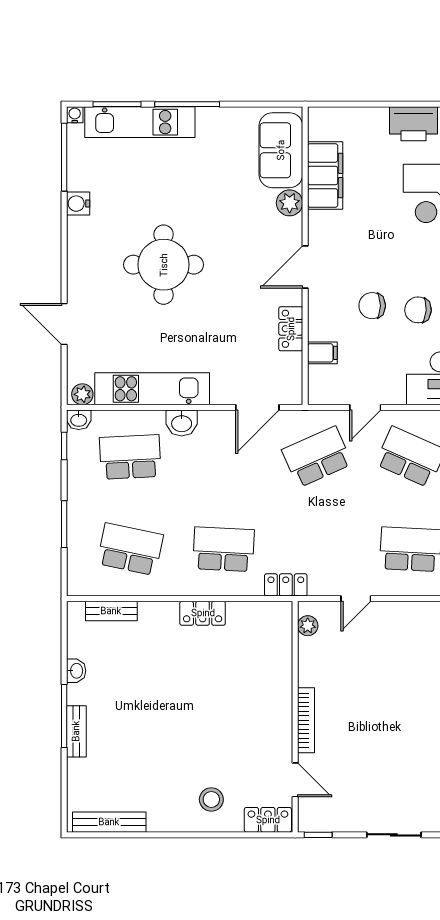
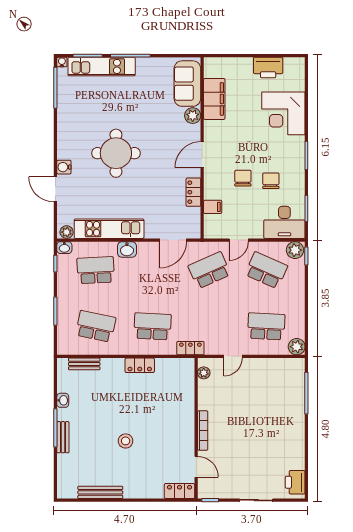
water cooler: (78, 204) -> (64, 167), moved
chair: (372, 306) -> (243, 178), turned 90
chair: (418, 310) -> (271, 181), turned 86
stool: (211, 799) -> (126, 441), moved
bench: (109, 822) -> (100, 492), moved

